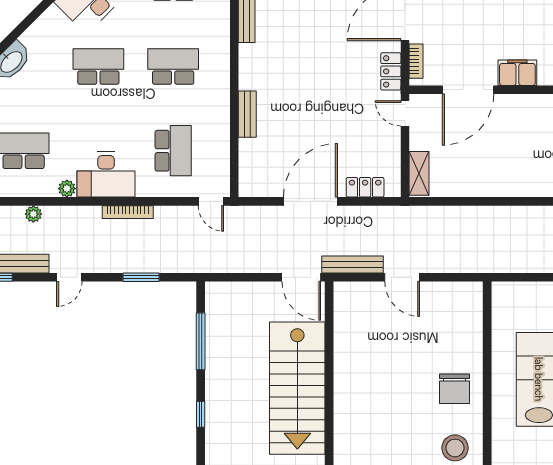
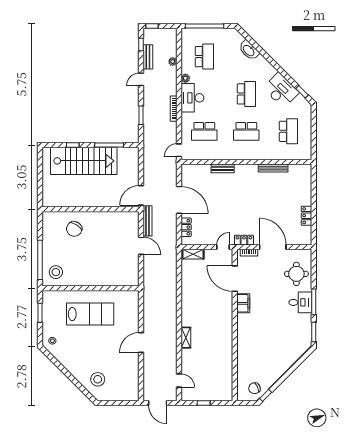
school desk: (173, 67) -> (246, 131), turned 90
door: (69, 277) -> (141, 79), hinge flipped
door: (402, 277) -> (141, 246), swing flipped
stairs: (297, 388) -> (84, 161), moved, turned 180
chair: (455, 389) -> (74, 229), moved, turned -58

